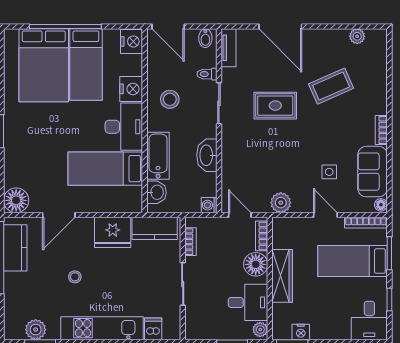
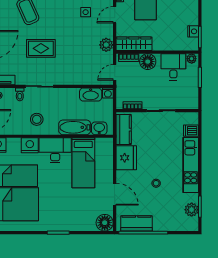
rug: (275, 106) -> (41, 48), turned 90
washbasin: (207, 155) -> (91, 94), moved
wardrobe: (282, 276) -> (134, 44), moved

